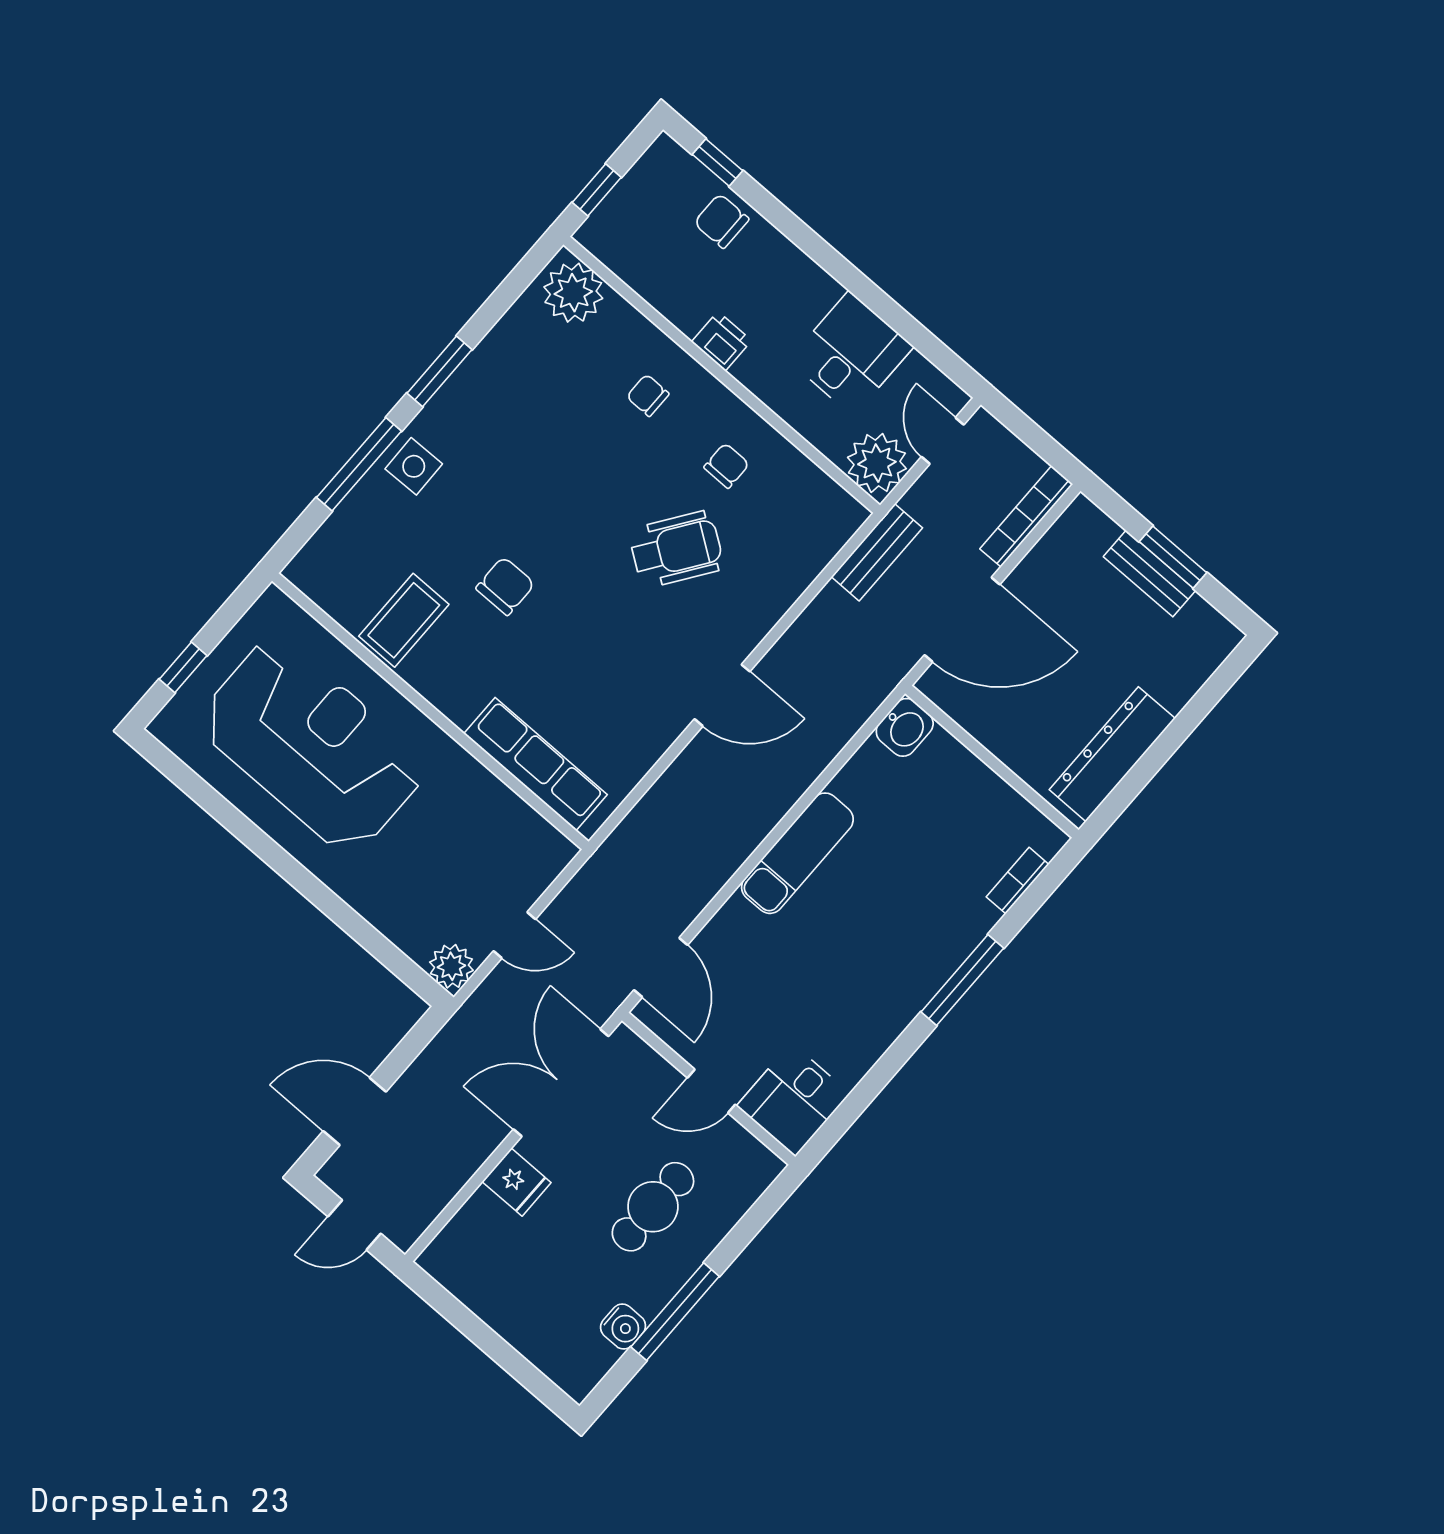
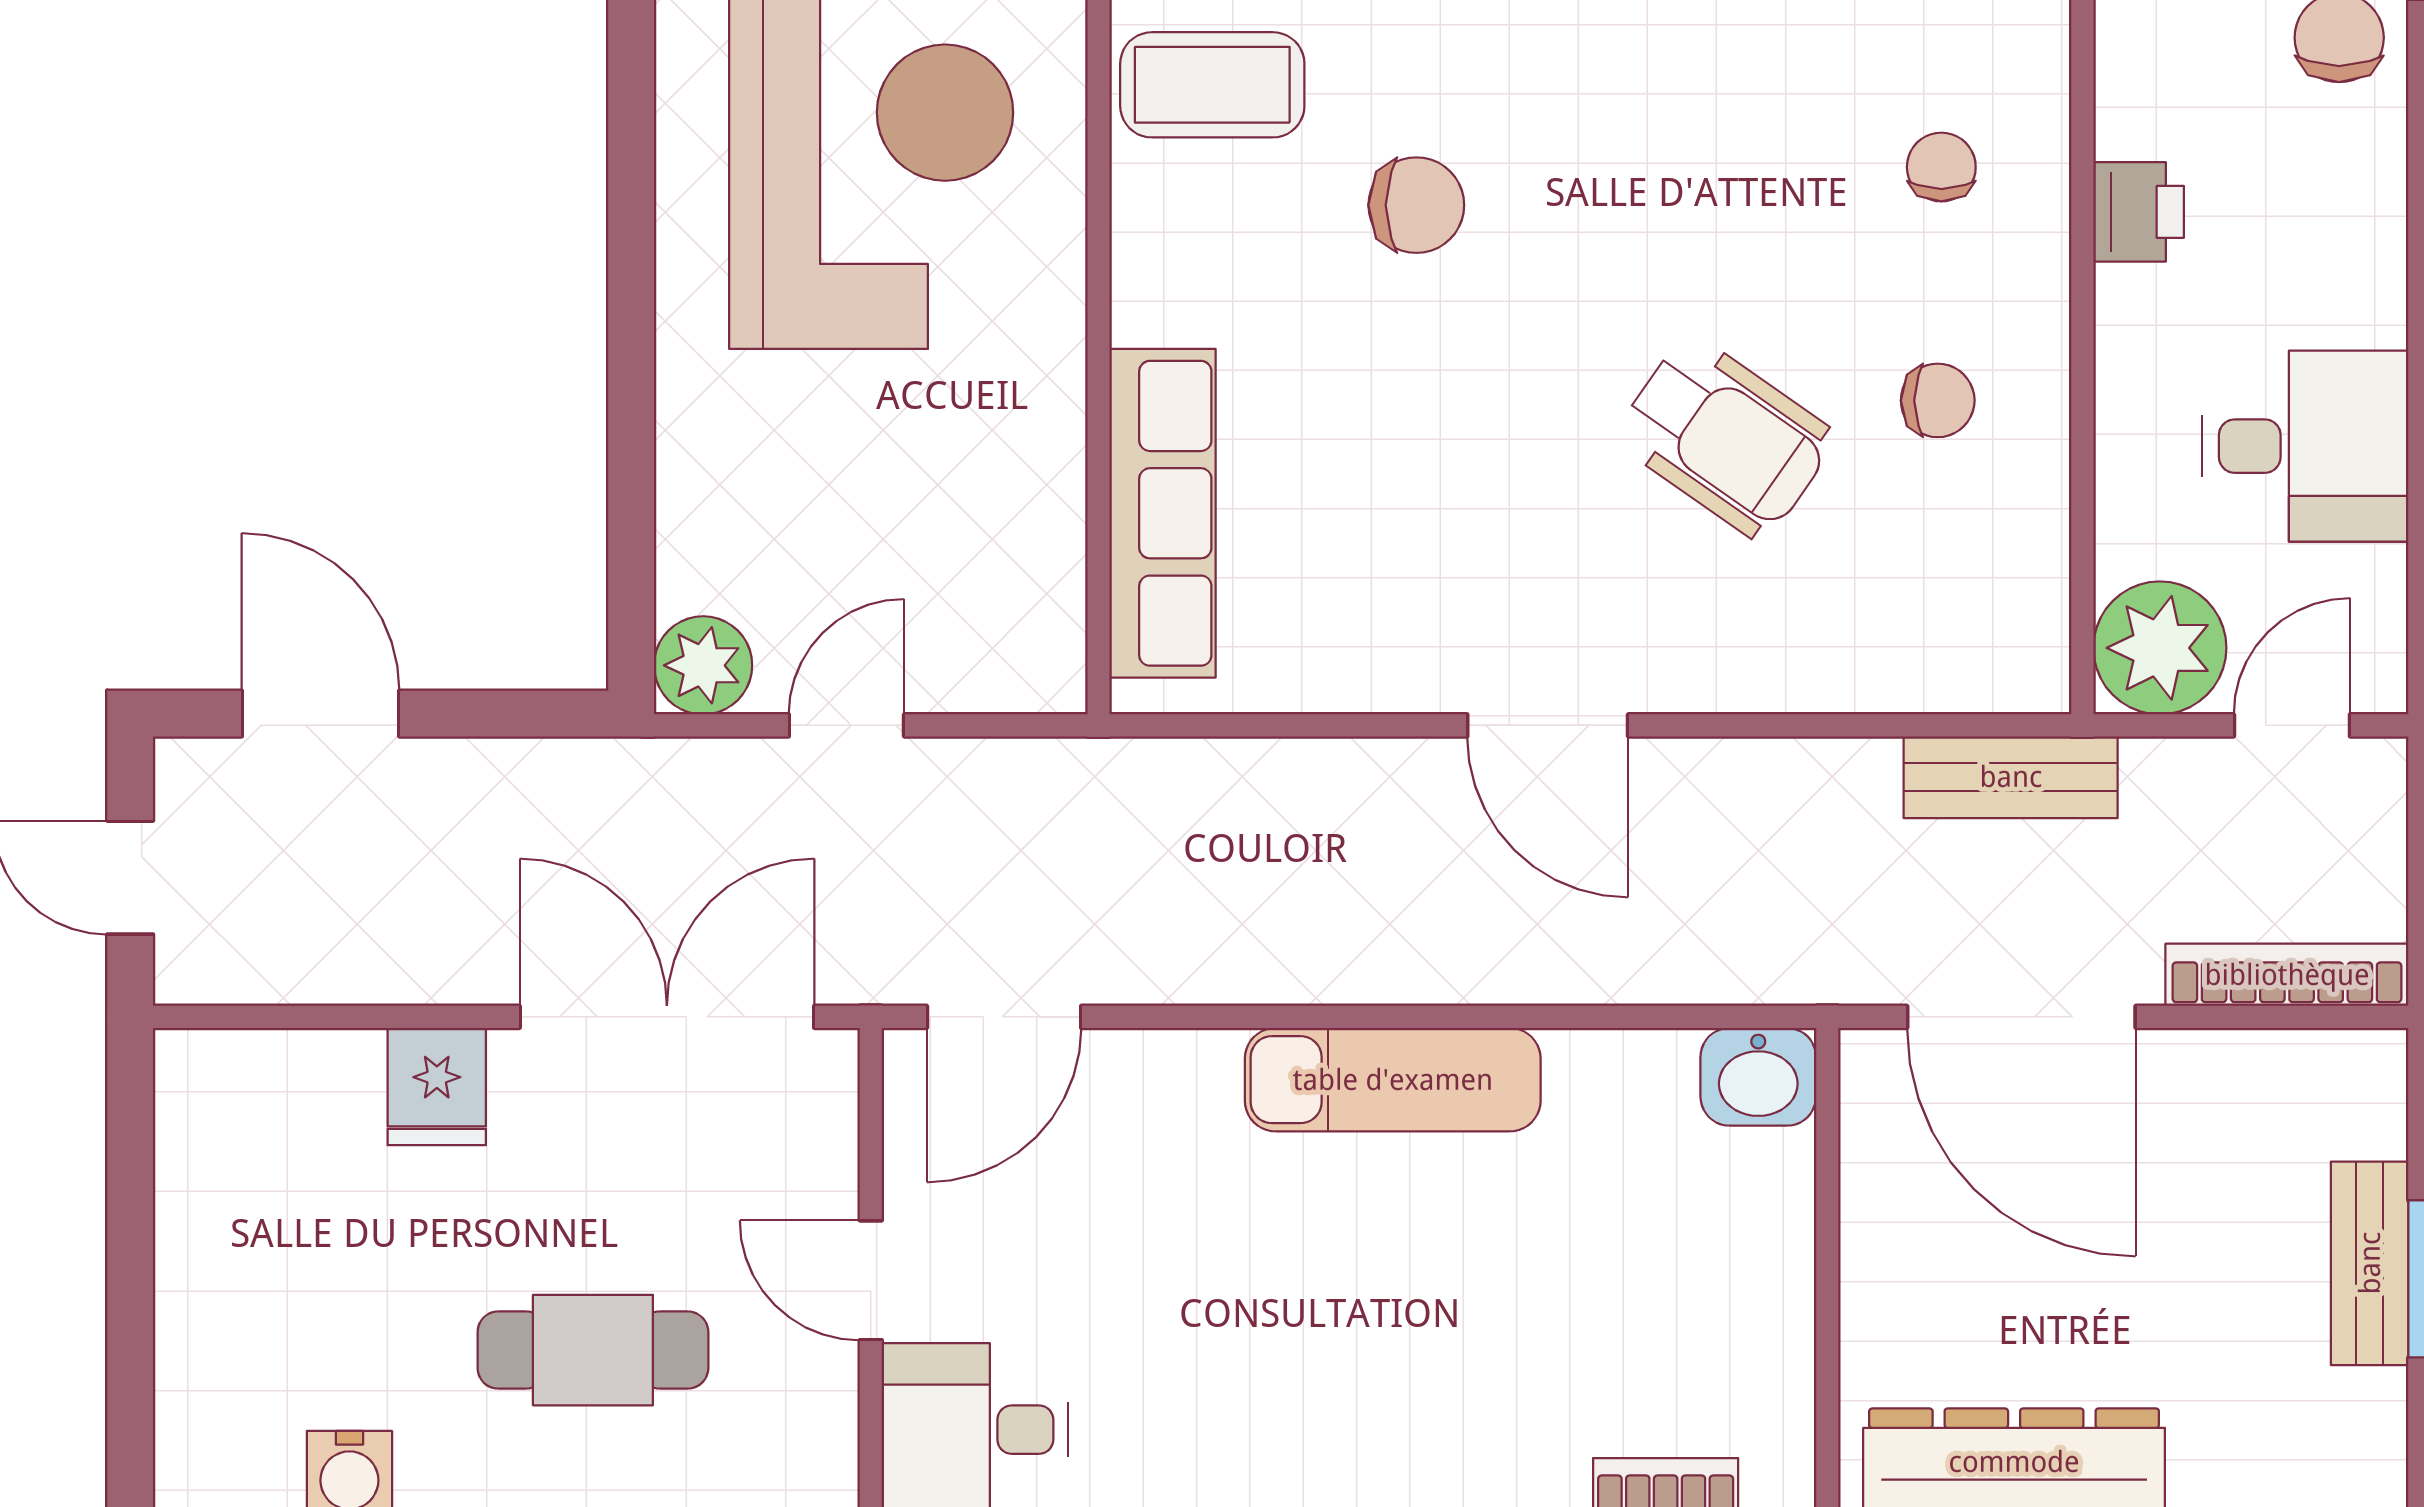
door: (514, 935) -> (846, 725), swing flipped

